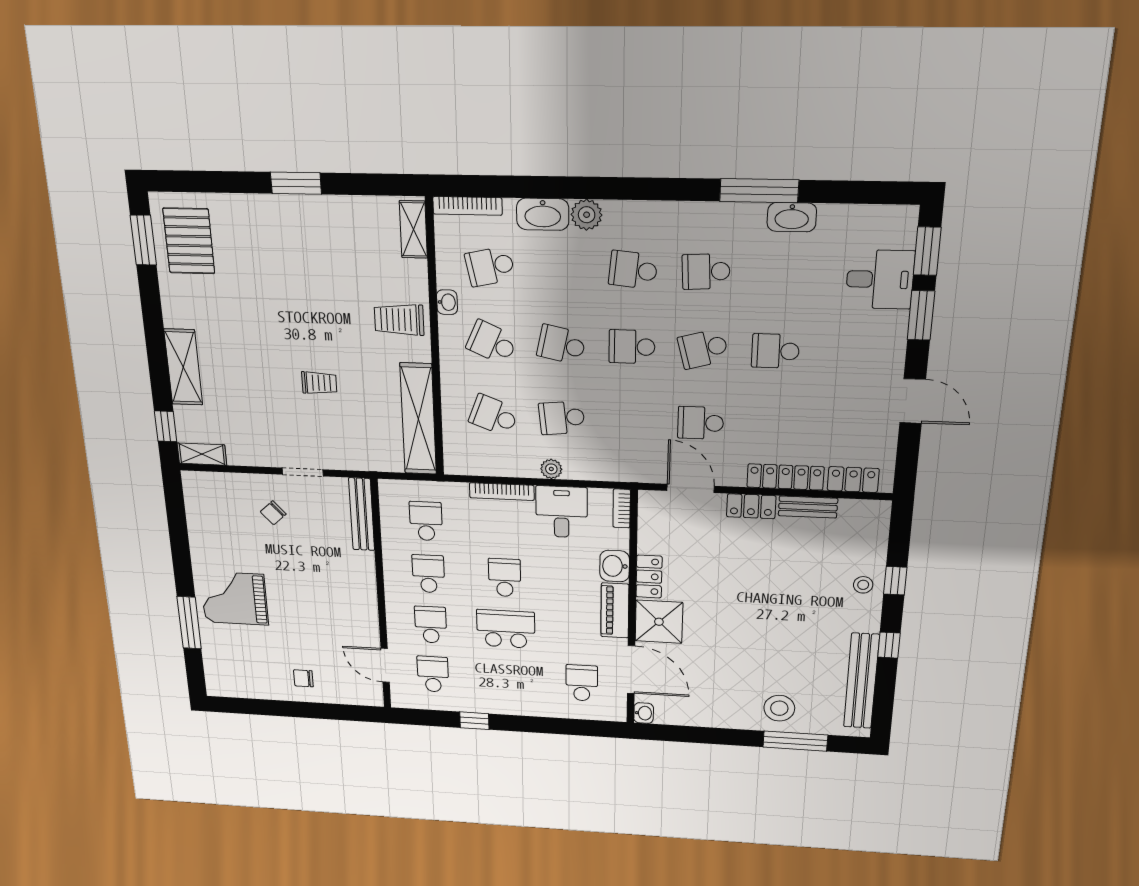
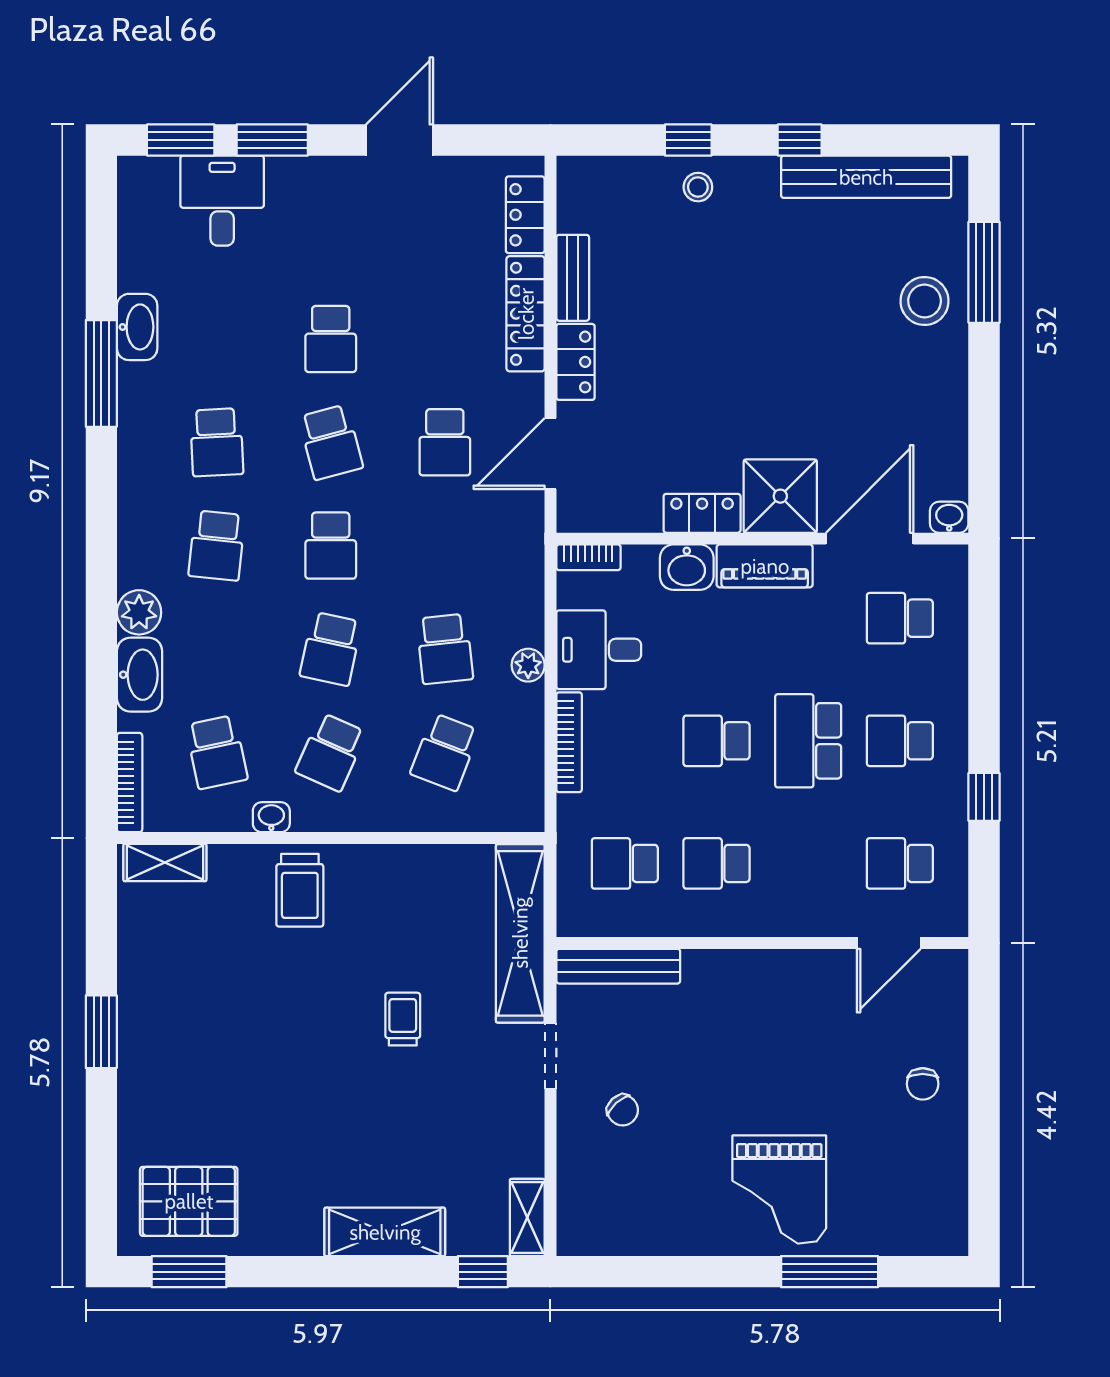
shelving: (418, 419) -> (520, 933), moved, turned 90
school desk: (431, 625) -> (900, 741), moved

